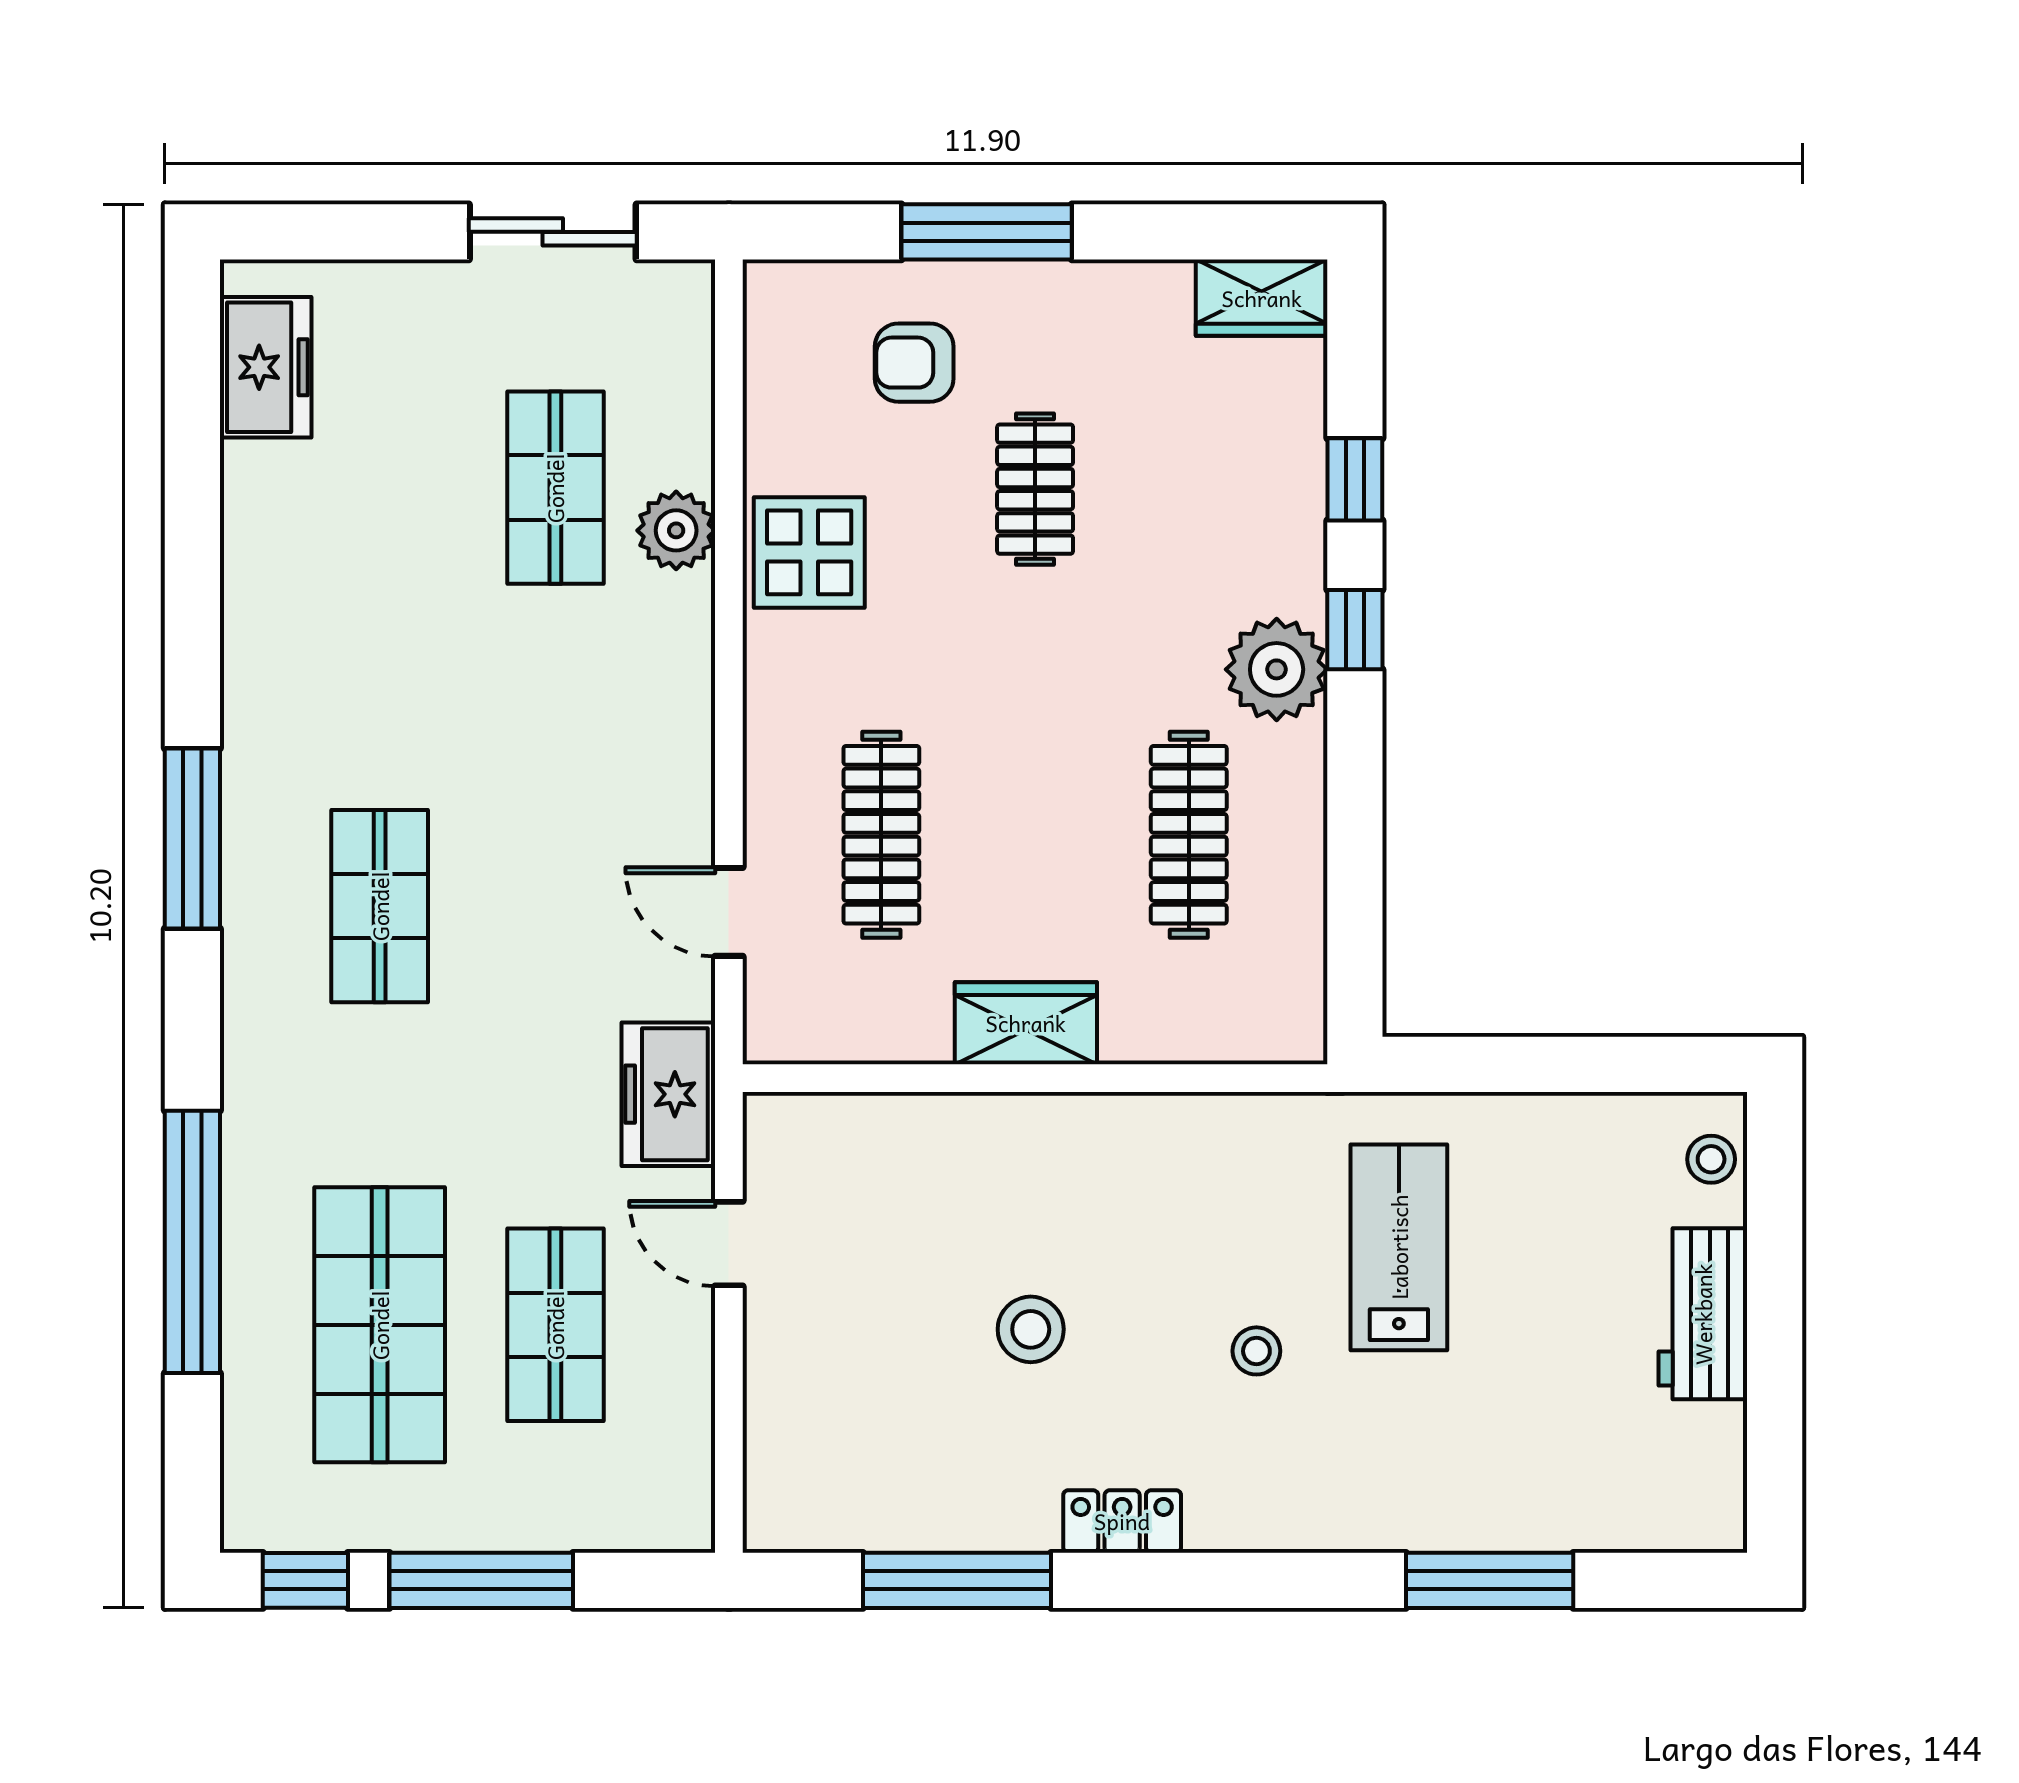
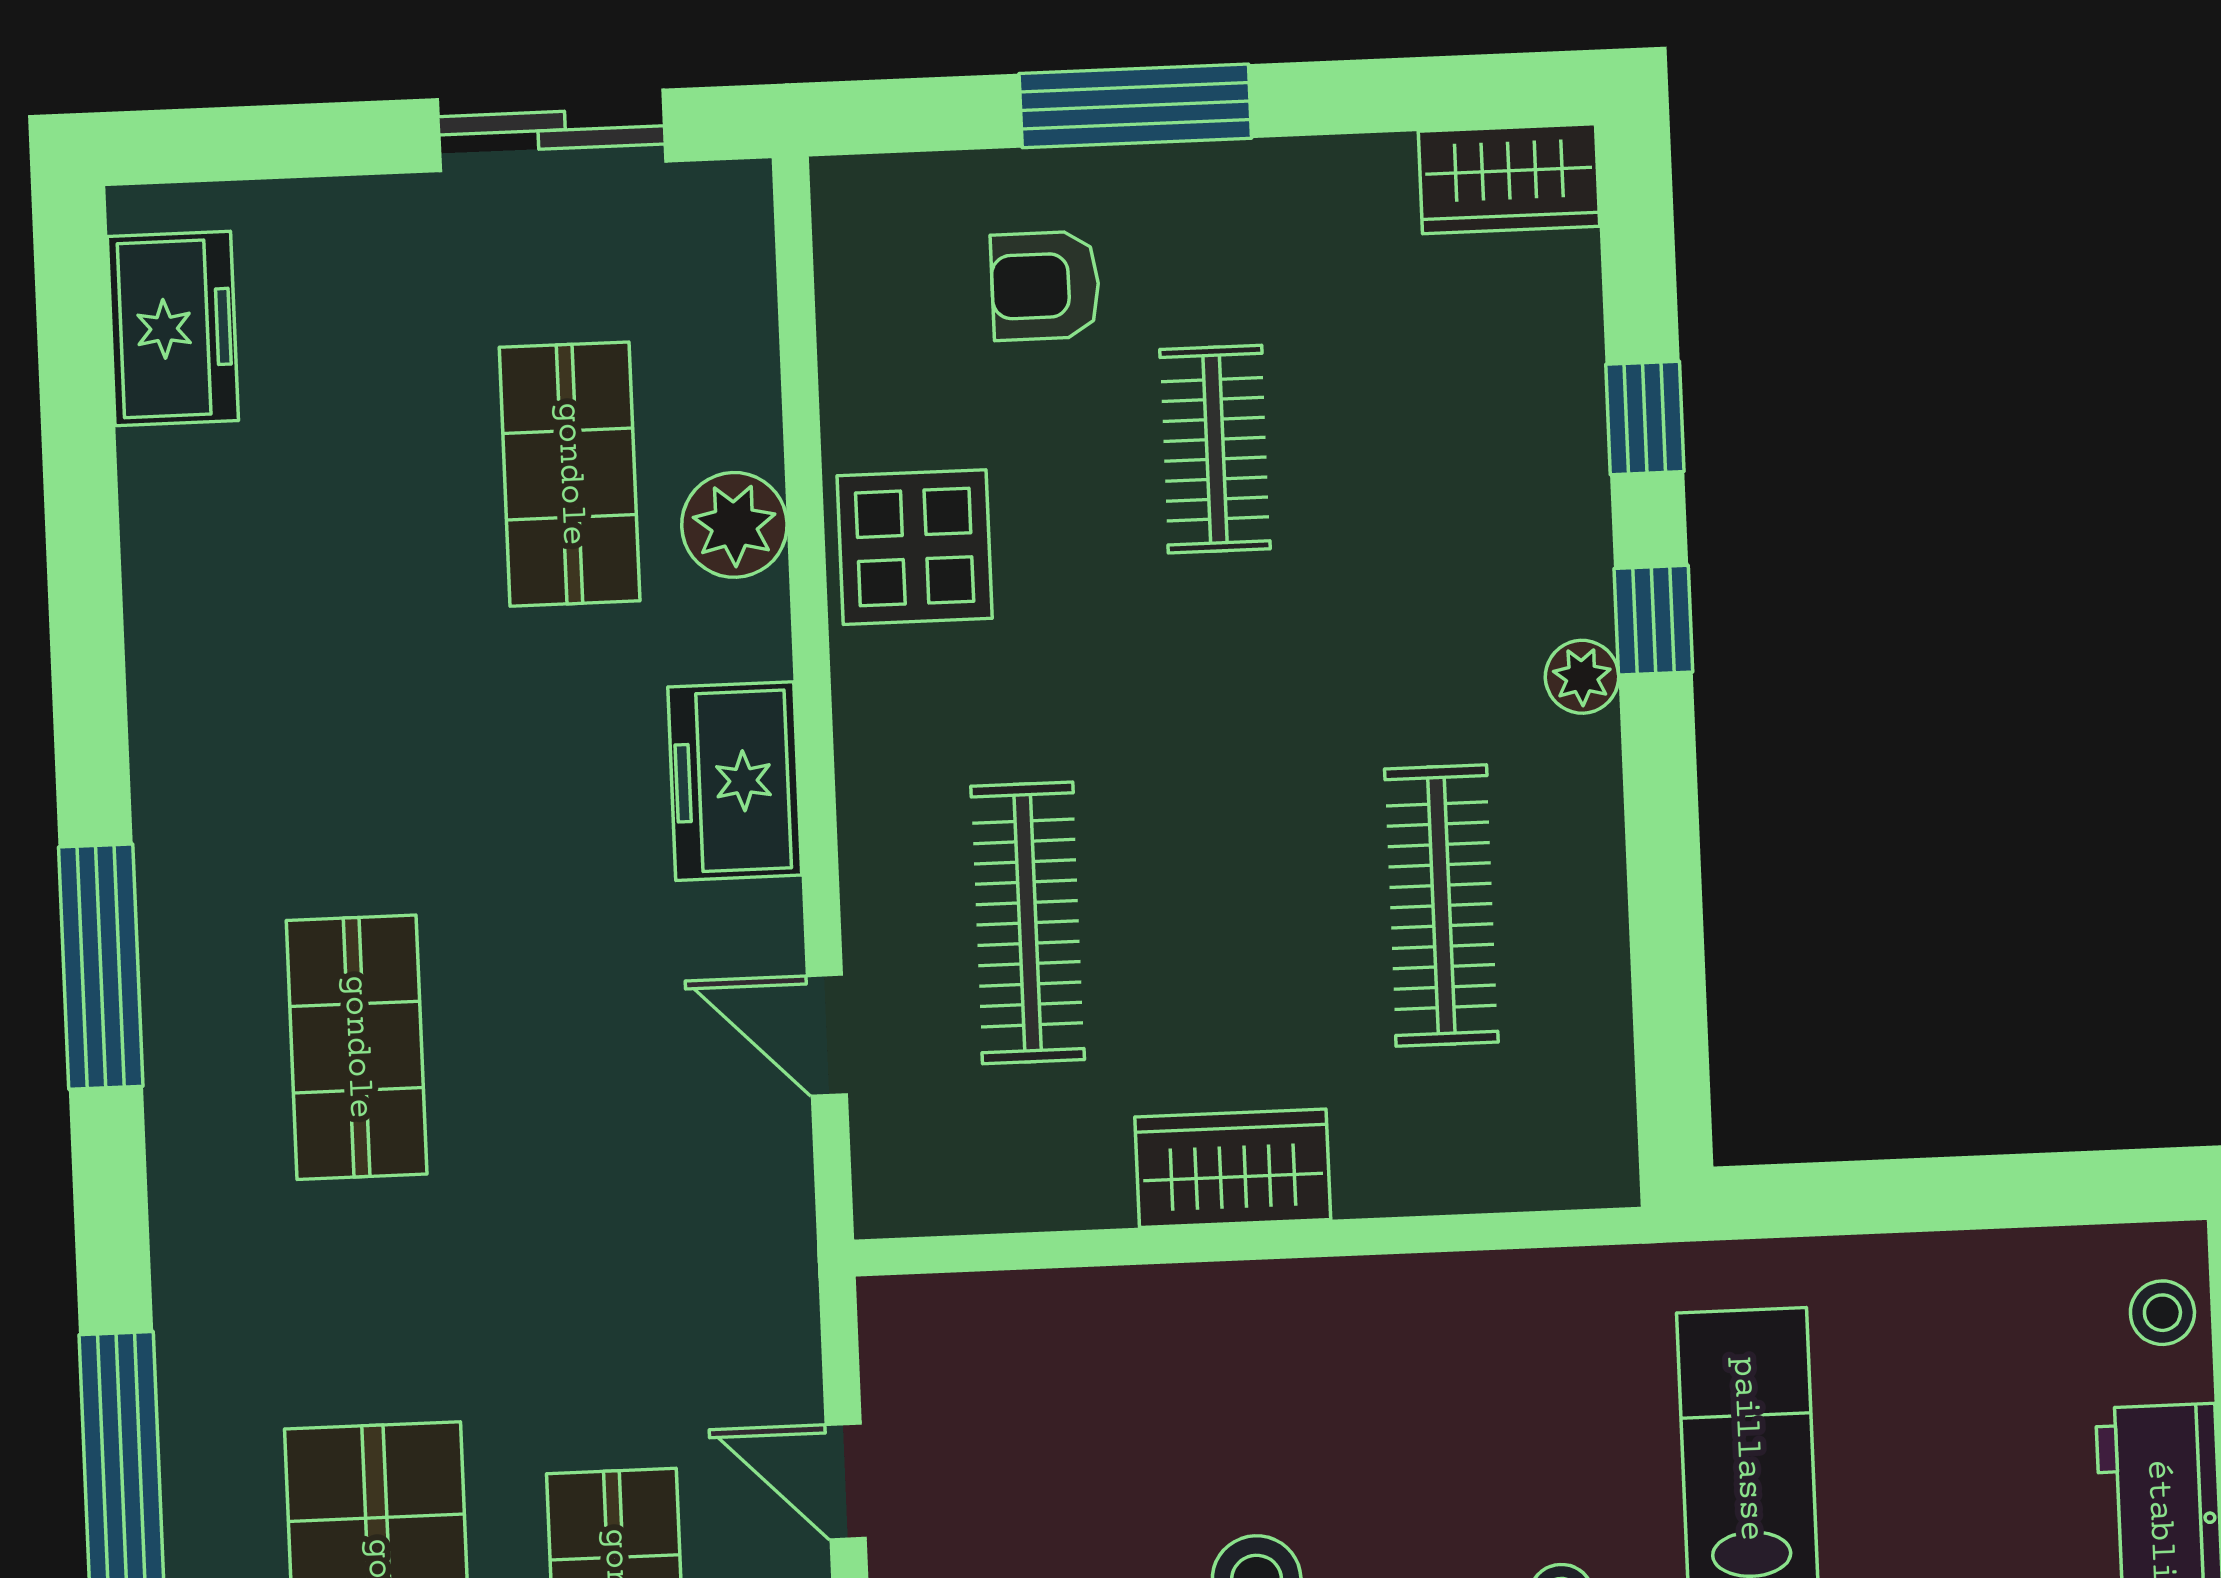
plant: (1277, 669) -> (1582, 677), width x0.53, depth x0.53
freezer: (668, 1094) -> (735, 781), moved

